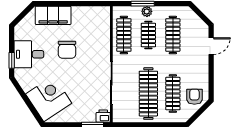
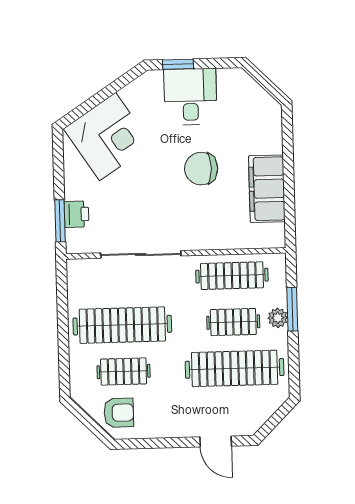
filing cabinet: (53, 15) -> (267, 189), moved
clothes rail: (173, 35) -> (235, 368), width x1.37, depth x1.31
clothes rail: (173, 94) -> (124, 371), width x0.73
printer: (103, 116) -> (77, 214), moved

